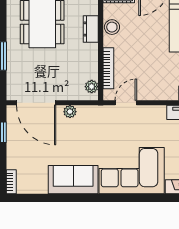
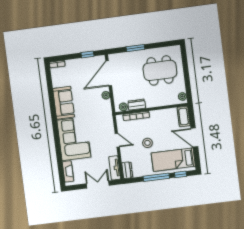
stool: (112, 27) -> (147, 143), moved
dresser: (91, 29) -> (137, 105), moved
door: (126, 103) -> (117, 140), moved

